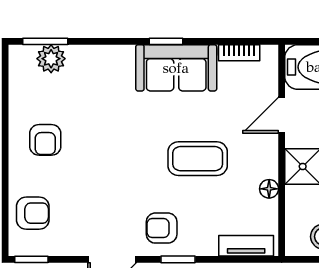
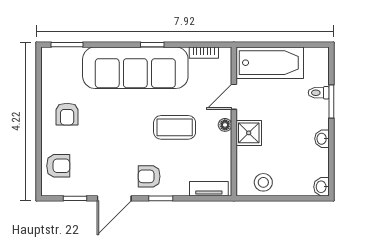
plant: (51, 59) -> (71, 57), removed
sofa: (176, 68) -> (135, 68), width x1.85, depth x1.27
floor lamp: (269, 189) -> (225, 125), moved
window: (31, 259) -> (75, 198), moved

